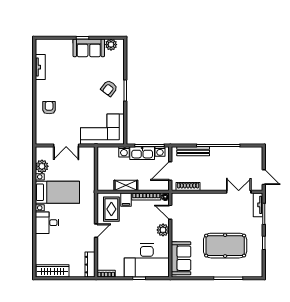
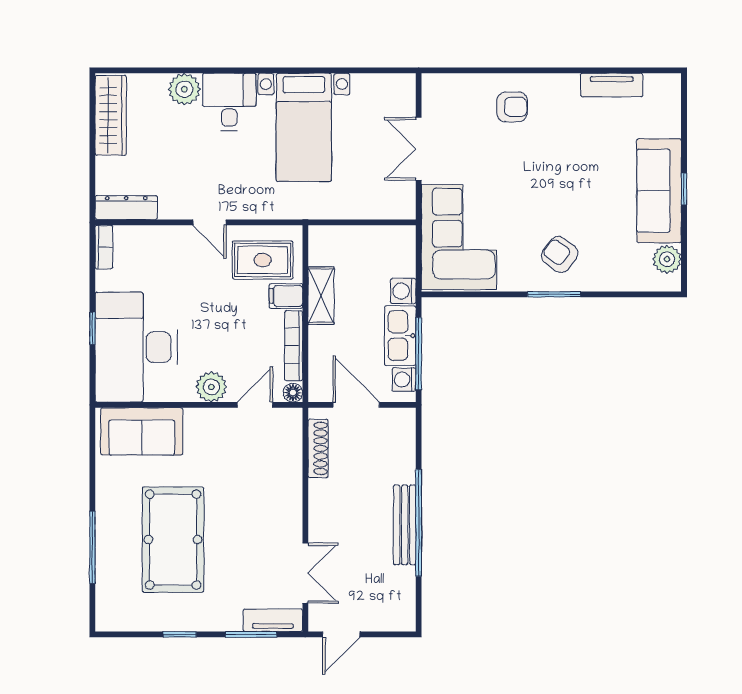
sofa: (89, 48) -> (659, 191), width x1.36
bench: (193, 151) -> (405, 525), moved
plant: (42, 166) -> (184, 89), moved

